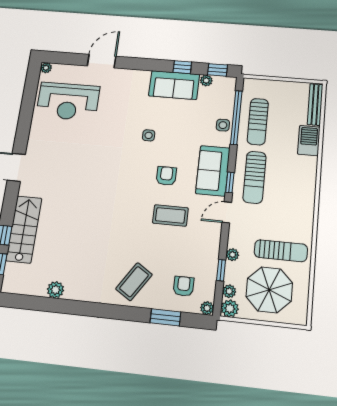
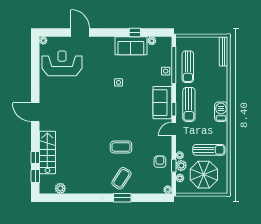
door: (102, 61) -> (80, 32), hinge flipped
window: (218, 70) -> (158, 32), removed
reception desk: (68, 101) -> (62, 63), turned 180
barbecue: (309, 141) -> (221, 112), moved
armchair: (166, 176) -> (133, 109), removed
coffee table: (170, 215) -> (121, 147), moved
armchair: (184, 286) -> (160, 162), moved
plant: (56, 290) -> (60, 188), moved
plant: (230, 308) -> (181, 165), moved
window: (165, 317) -> (122, 198), moved

